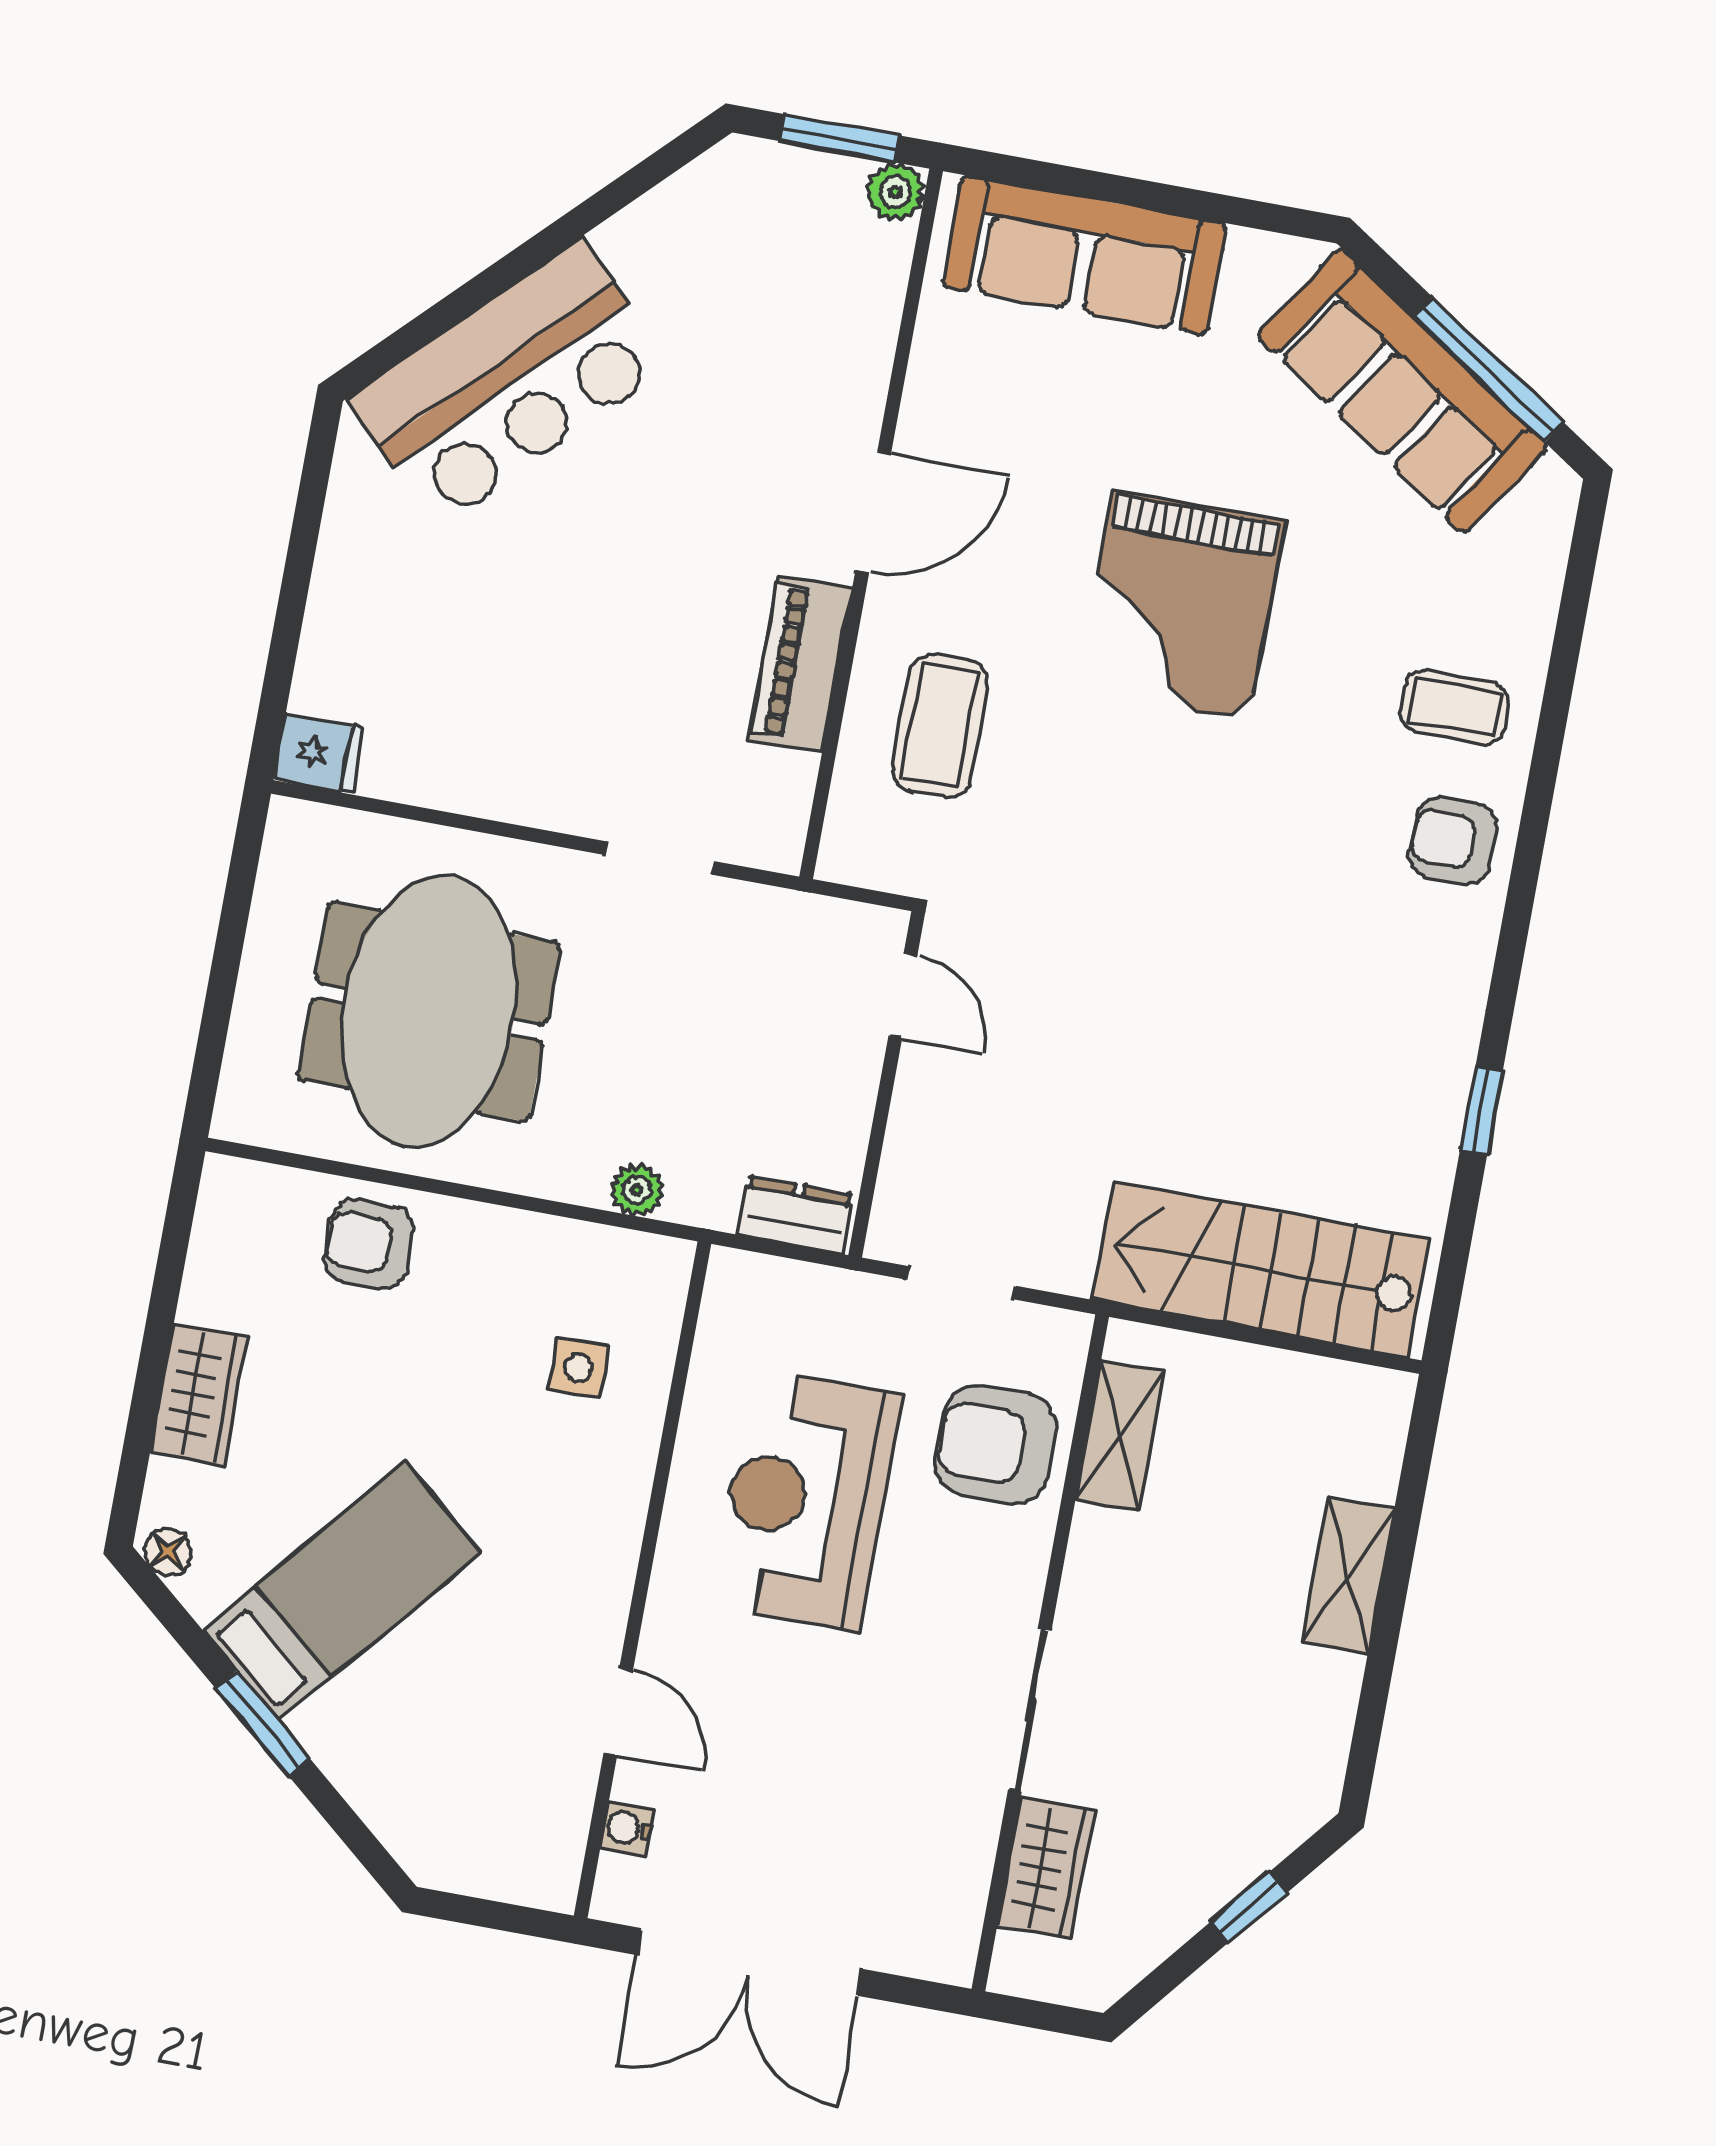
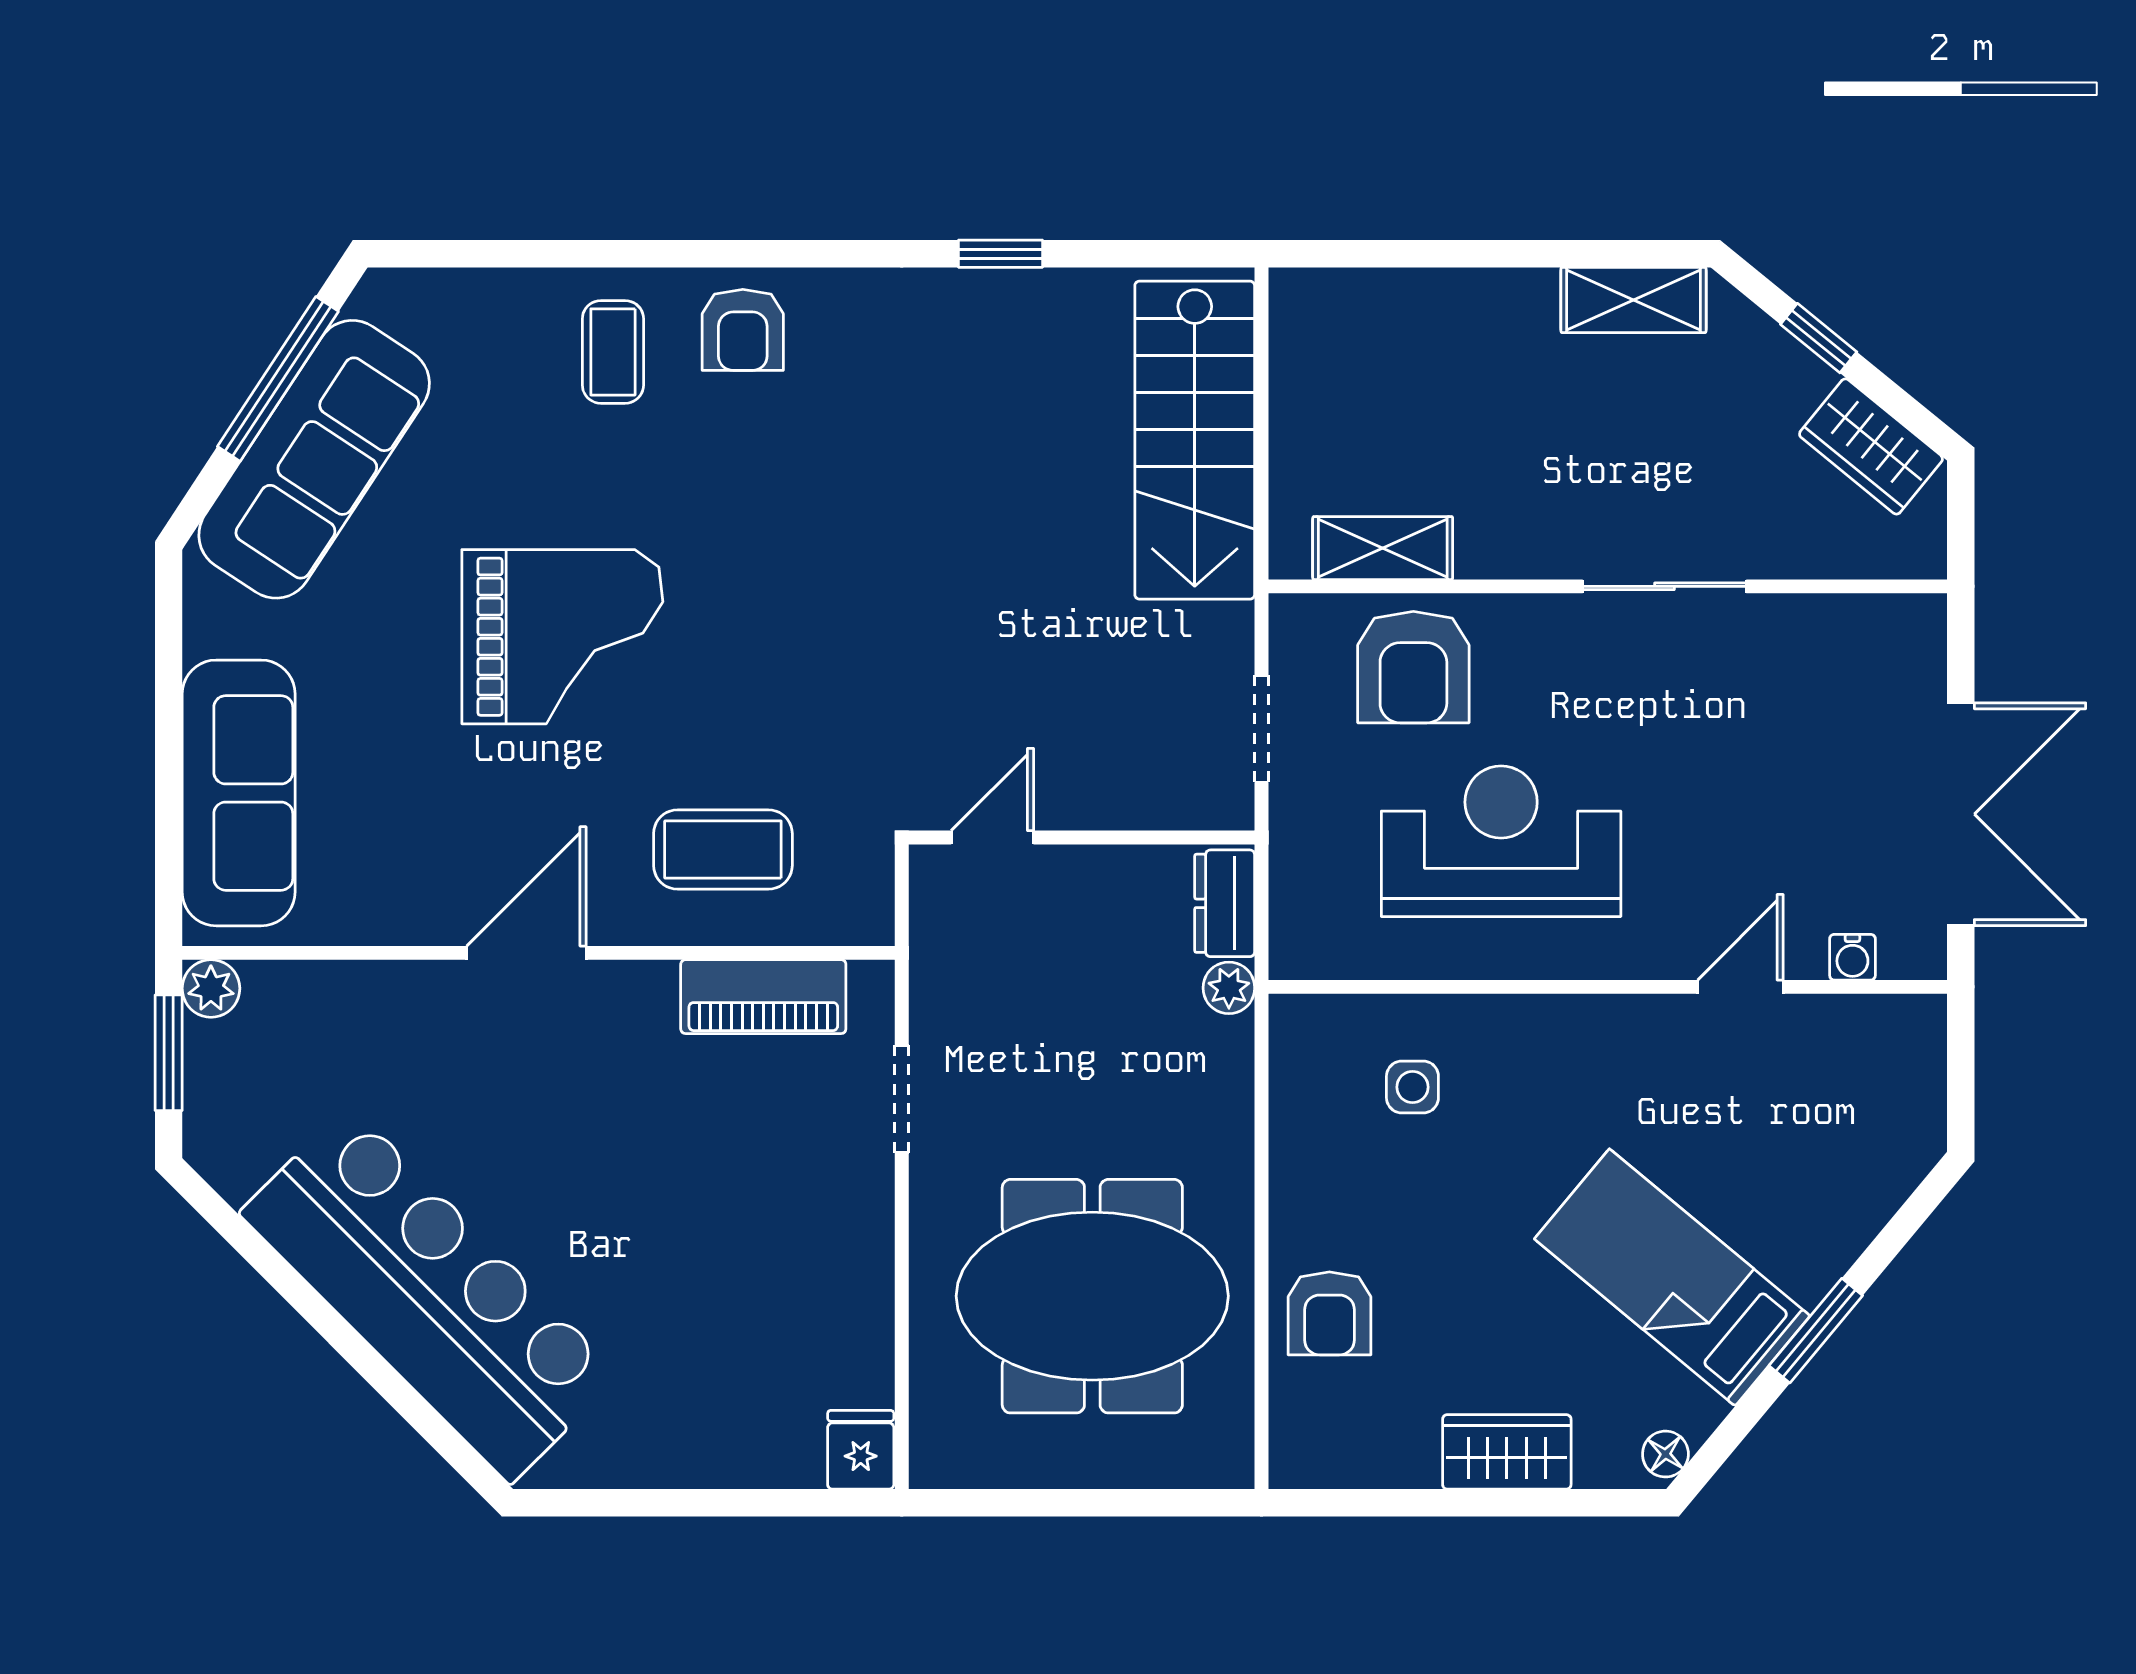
bar counter: (509, 383) -> (429, 1294), width x1.36
door: (873, 512) -> (526, 953), hinge flipped
piano: (800, 664) -> (763, 997), moved
plant: (637, 1190) -> (1229, 988), moved
reception desk: (807, 1500) -> (1501, 841), turned 180
shelving: (1348, 1576) -> (1633, 300), moved
wardrobe: (1046, 1868) -> (1871, 446), moved, turned -141

